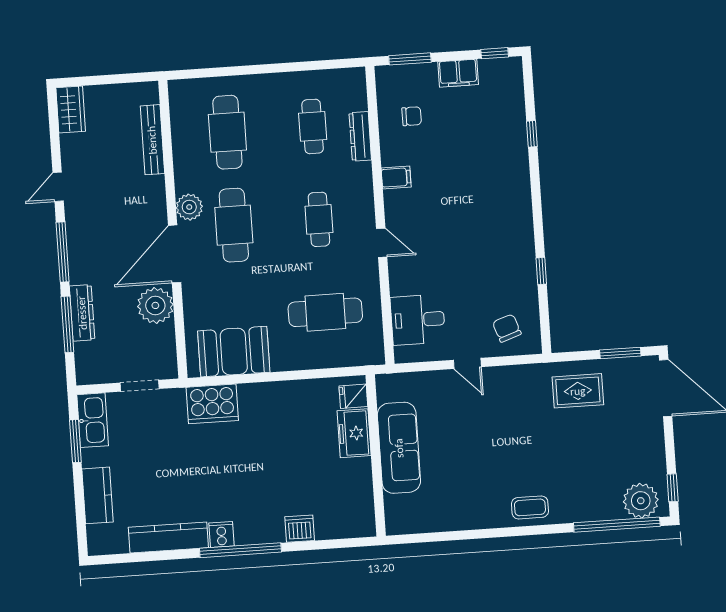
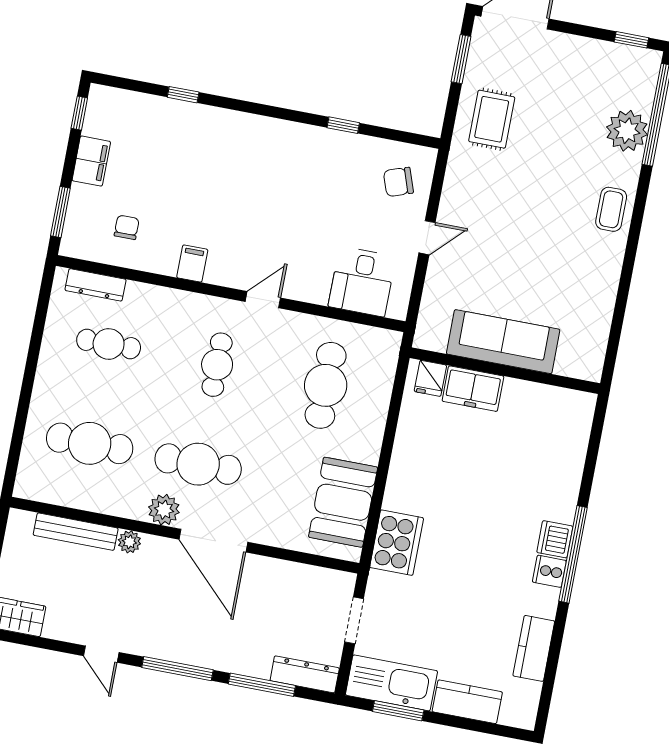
dresser: (360, 136) -> (96, 285), moved
cafe table: (319, 219) -> (217, 365), turned 90
plant: (155, 305) -> (129, 542), moved, width x0.53, depth x0.53
dresser: (82, 313) -> (305, 674), moved
kitchen sink: (93, 420) -> (391, 683), width x1.36, depth x1.24
plant: (641, 501) -> (627, 131), moved
dishwasher: (300, 529) -> (555, 539), moved
kitchen counter: (168, 537) -> (534, 648), width x0.67

